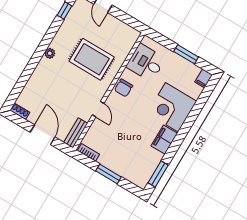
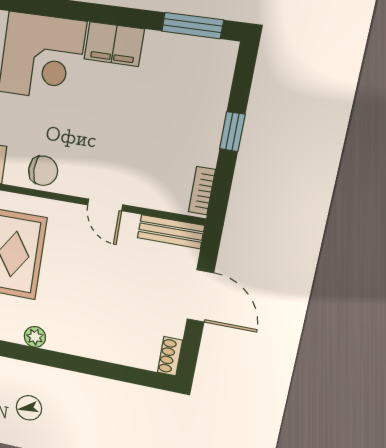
door: (98, 109) -> (105, 205), swing flipped
door: (43, 135) -> (200, 296), swing flipped
window: (108, 174) -> (232, 132), width x0.67

